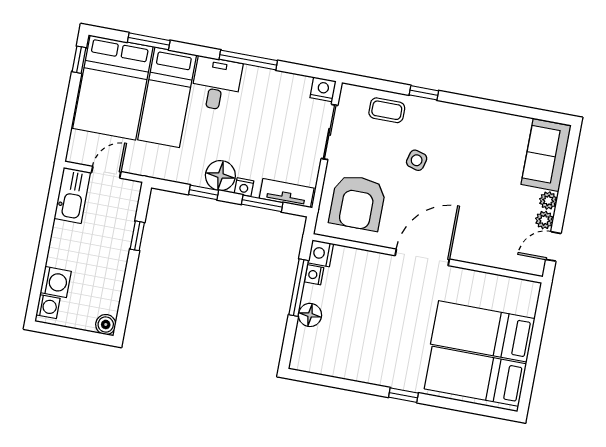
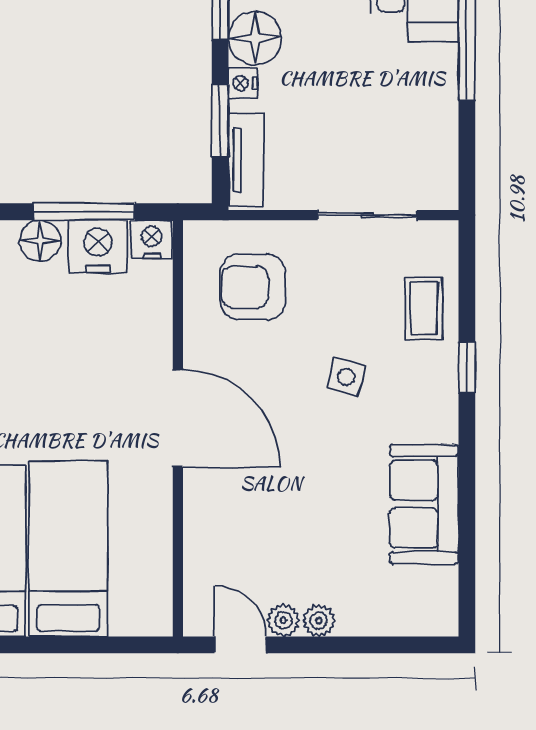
nightstand: (323, 89) -> (440, 190), removed
sofa: (546, 155) -> (424, 504), moved, turned -90
armchair: (357, 203) -> (253, 287), width x0.73, depth x0.73
nightstand: (314, 275) -> (98, 246), width x1.89, depth x1.79

